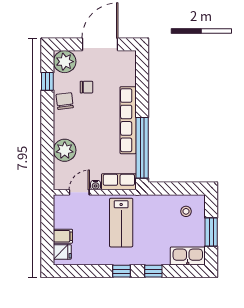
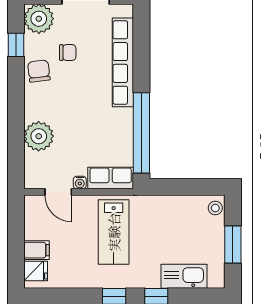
row of seats: (128, 120) -> (123, 62), moved
door: (79, 192) -> (58, 192), swing flipped
stool: (186, 211) -> (215, 208), moved
kitchen sink: (188, 256) -> (184, 276), moved

